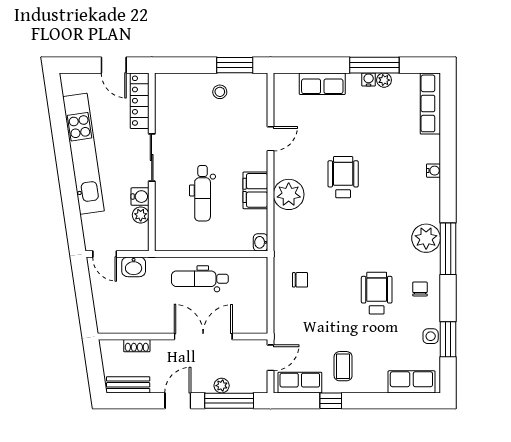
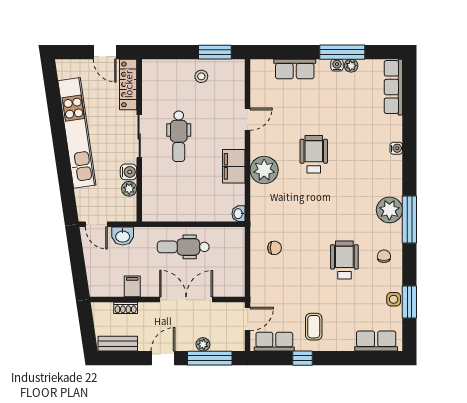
dental chair: (203, 193) -> (179, 136), moved
filing cabinet: (144, 322) -> (132, 286), added

